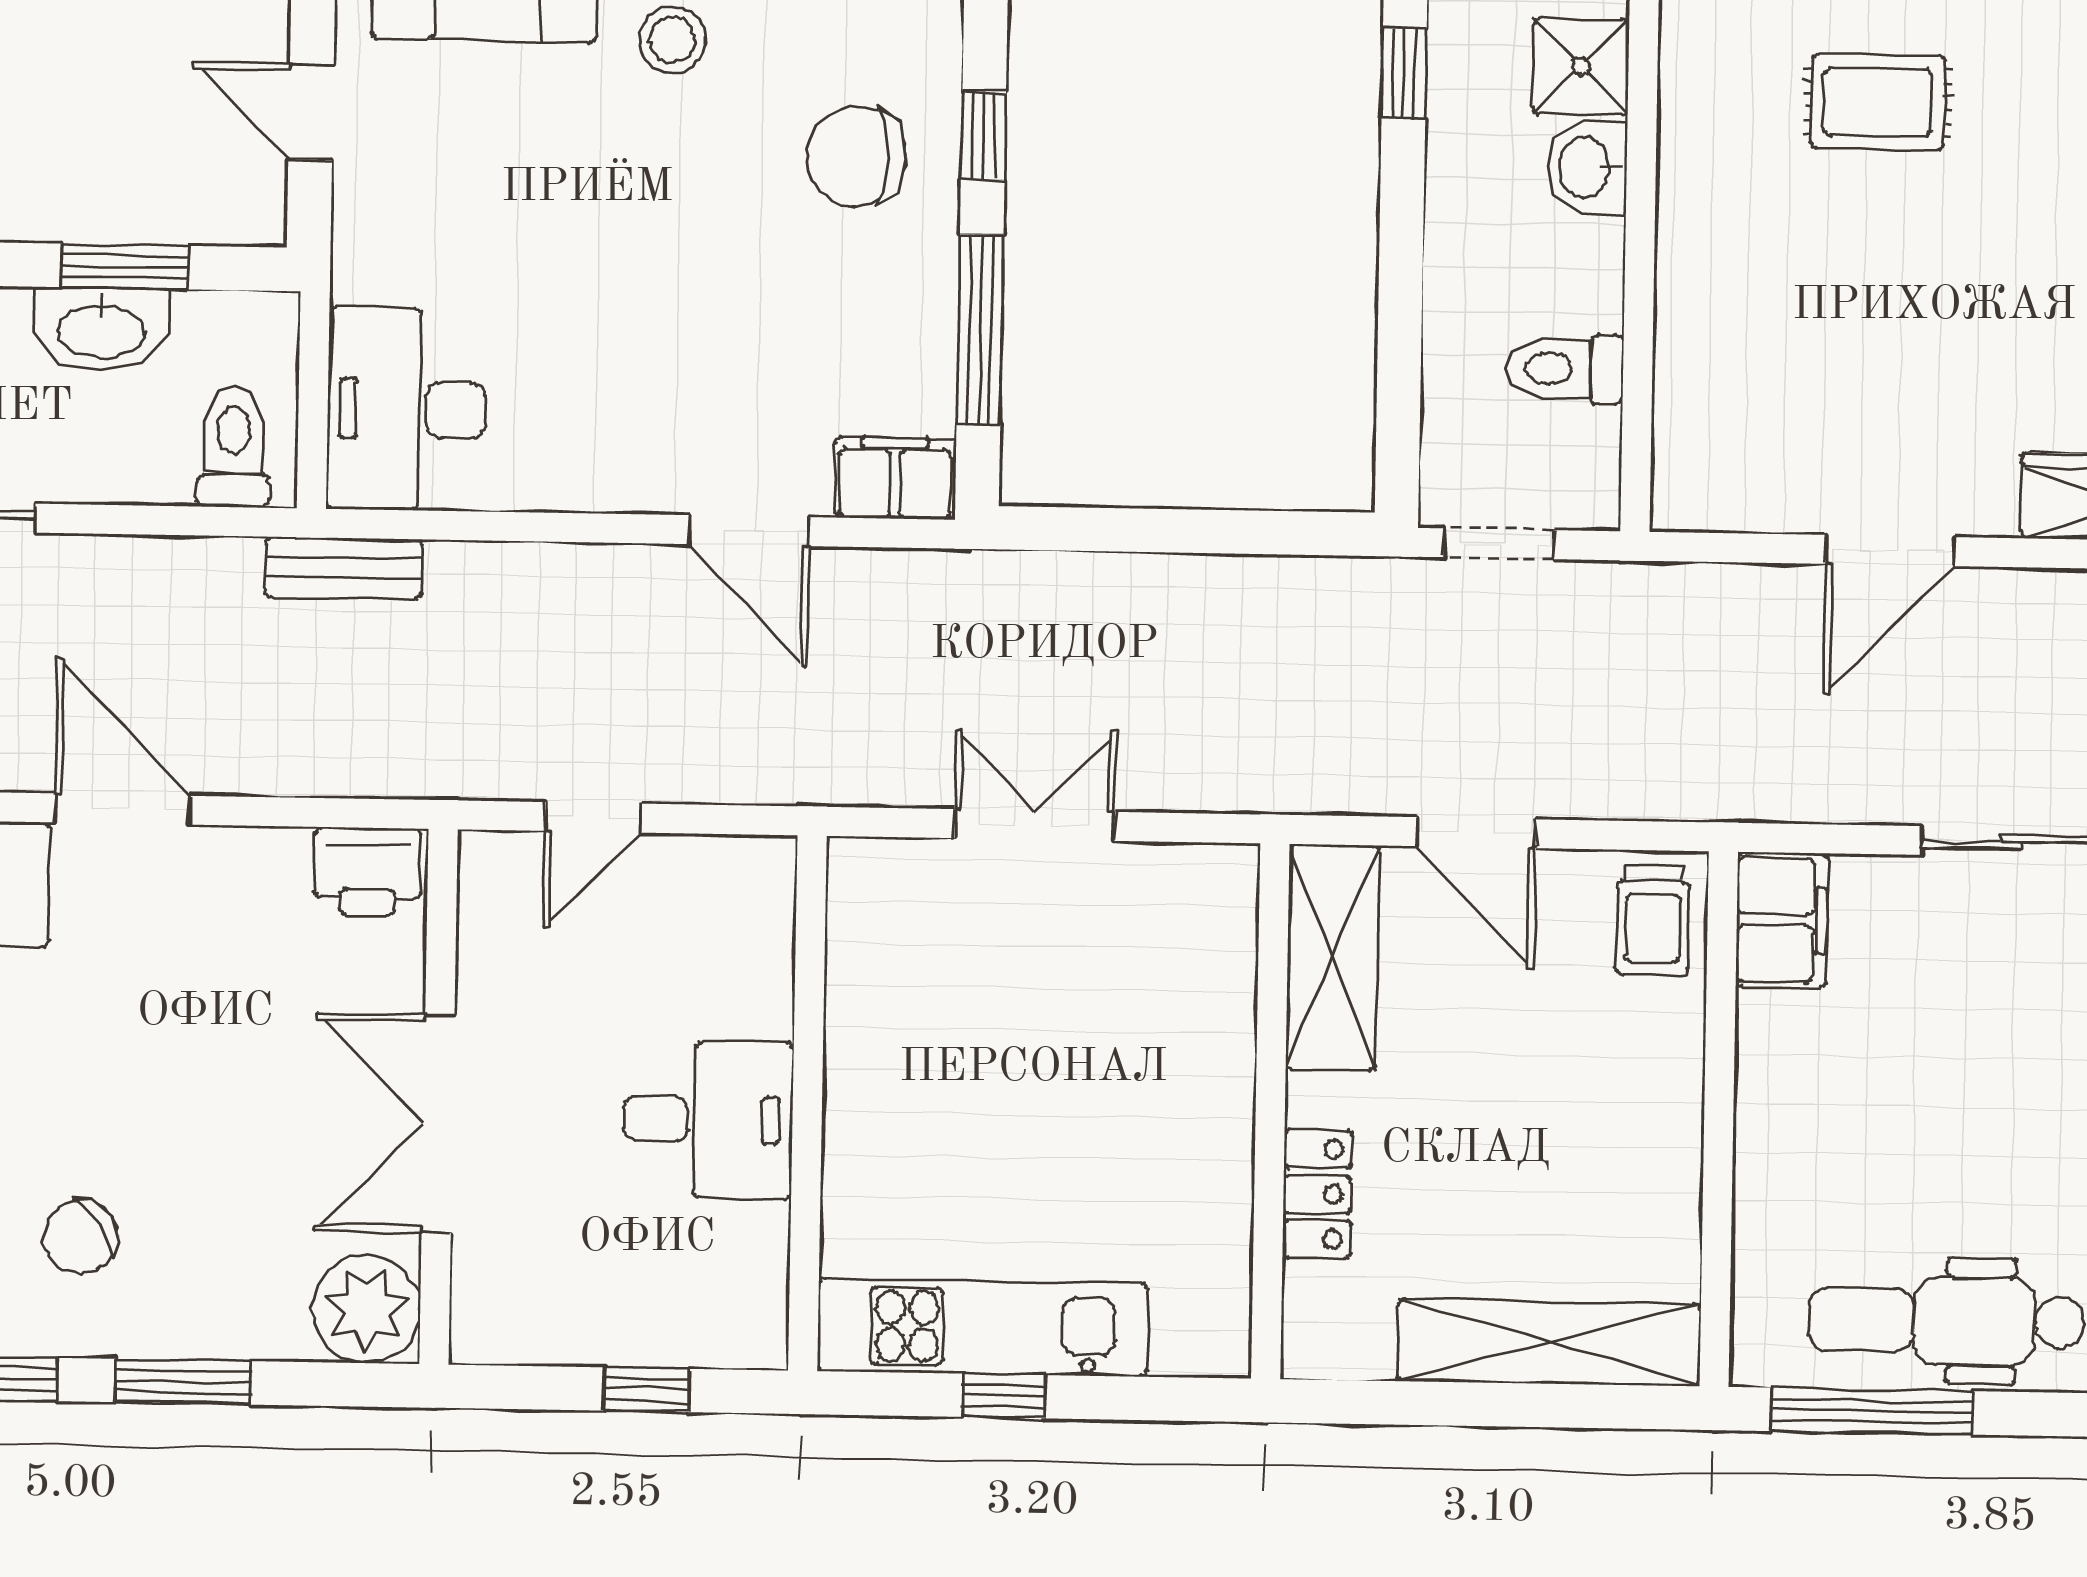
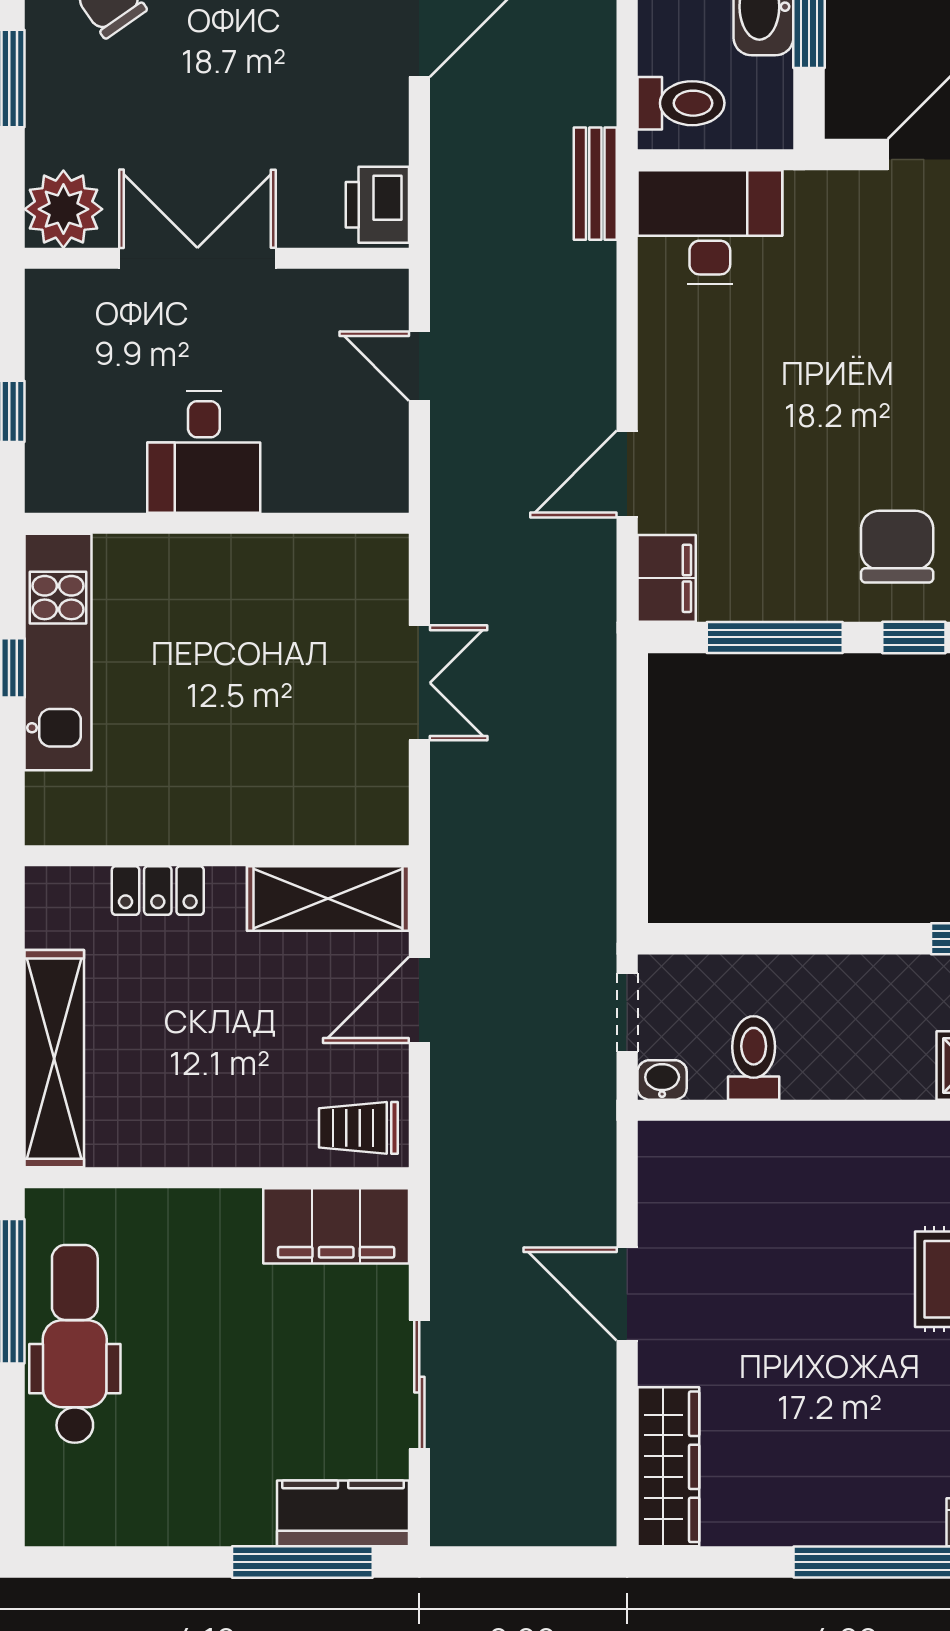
washbasin: (1587, 167) -> (662, 1080), moved, width x0.72, depth x0.69
filing cabinet: (1782, 920) -> (336, 1226), width x1.50, depth x1.17

